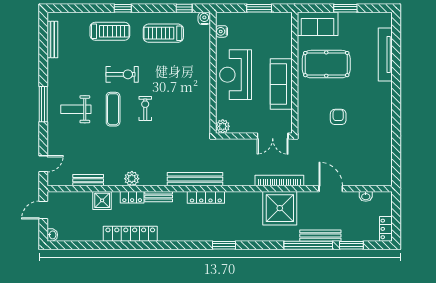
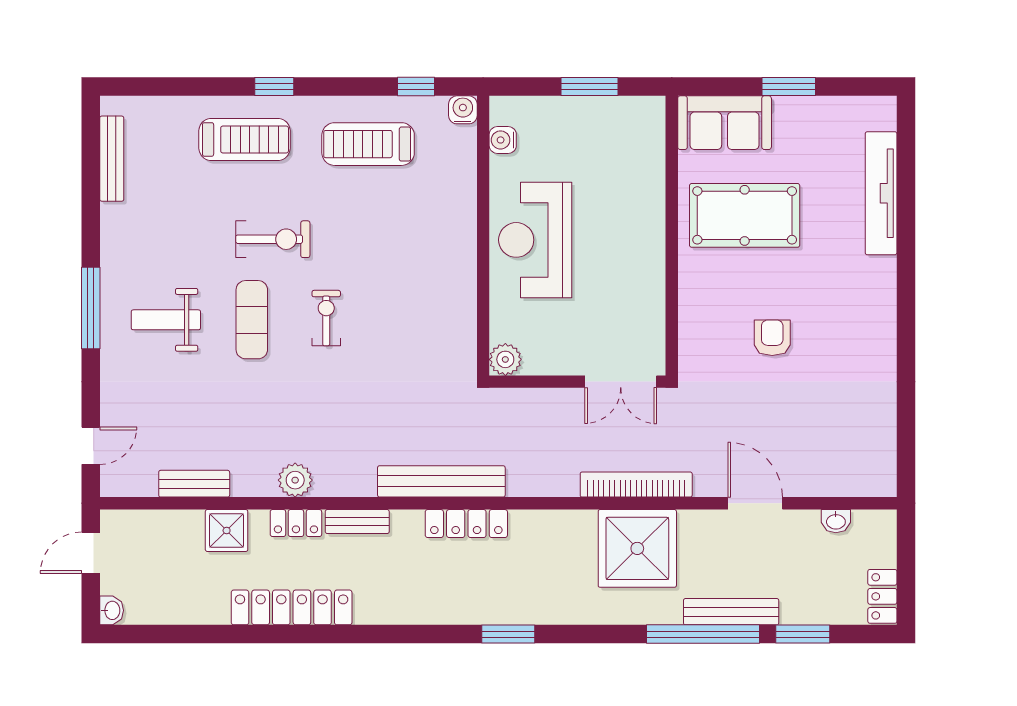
sofa: (281, 84) -> (641, 262), removed

